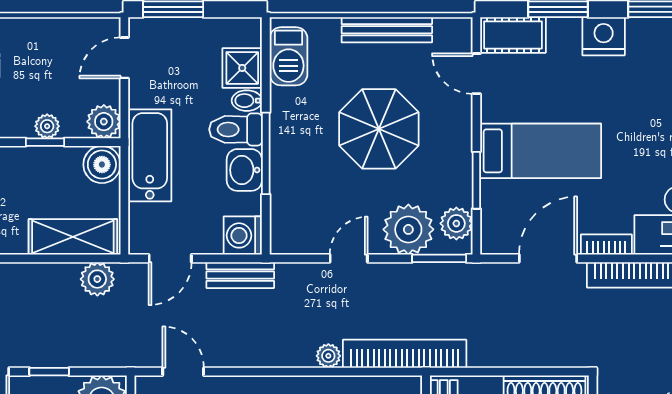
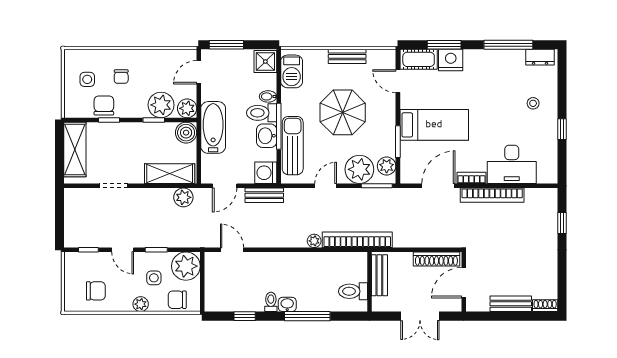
bench: (387, 30) -> (347, 56), width x0.73
nightstand: (604, 36) -> (451, 60), moved
shower: (242, 68) -> (265, 61), moved
plant: (47, 126) -> (161, 105), width x1.87, depth x1.87
sun lounger: (290, 187) -> (293, 146), added

